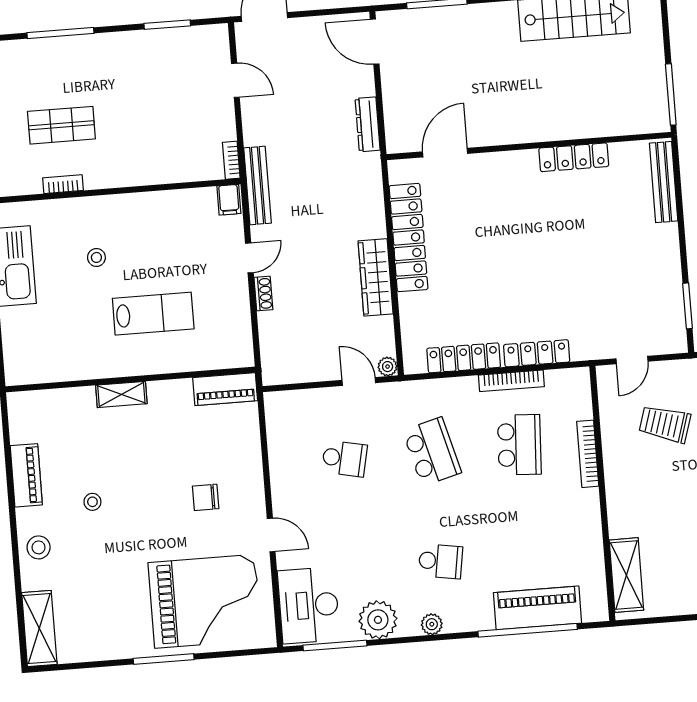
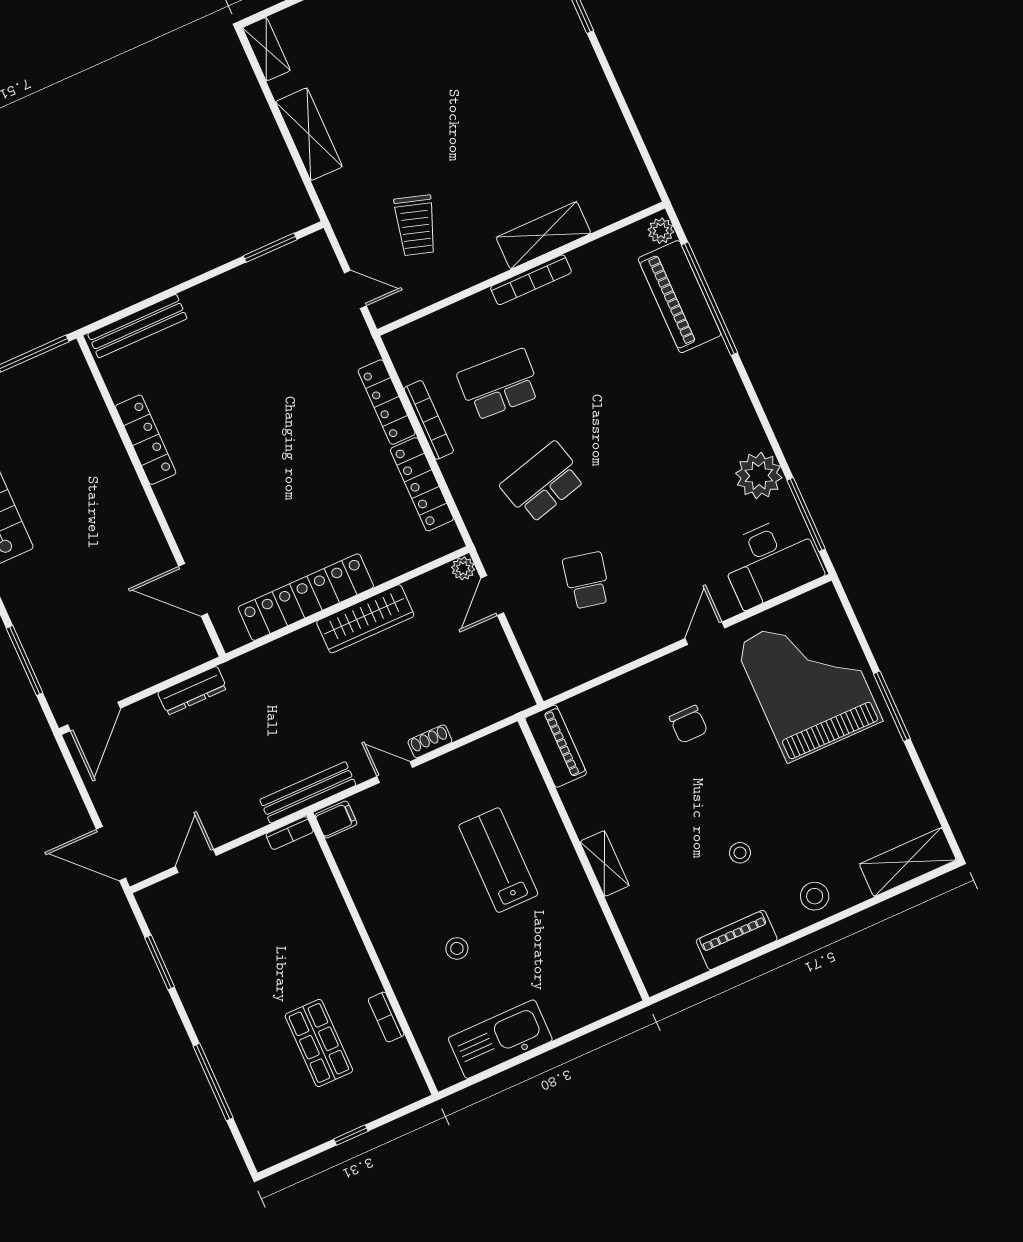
bookcase: (588, 454) -> (531, 280), moved
school desk: (441, 561) -> (666, 427), removed
shelving: (626, 575) -> (544, 235), moved
plant: (432, 624) -> (661, 231), moved

